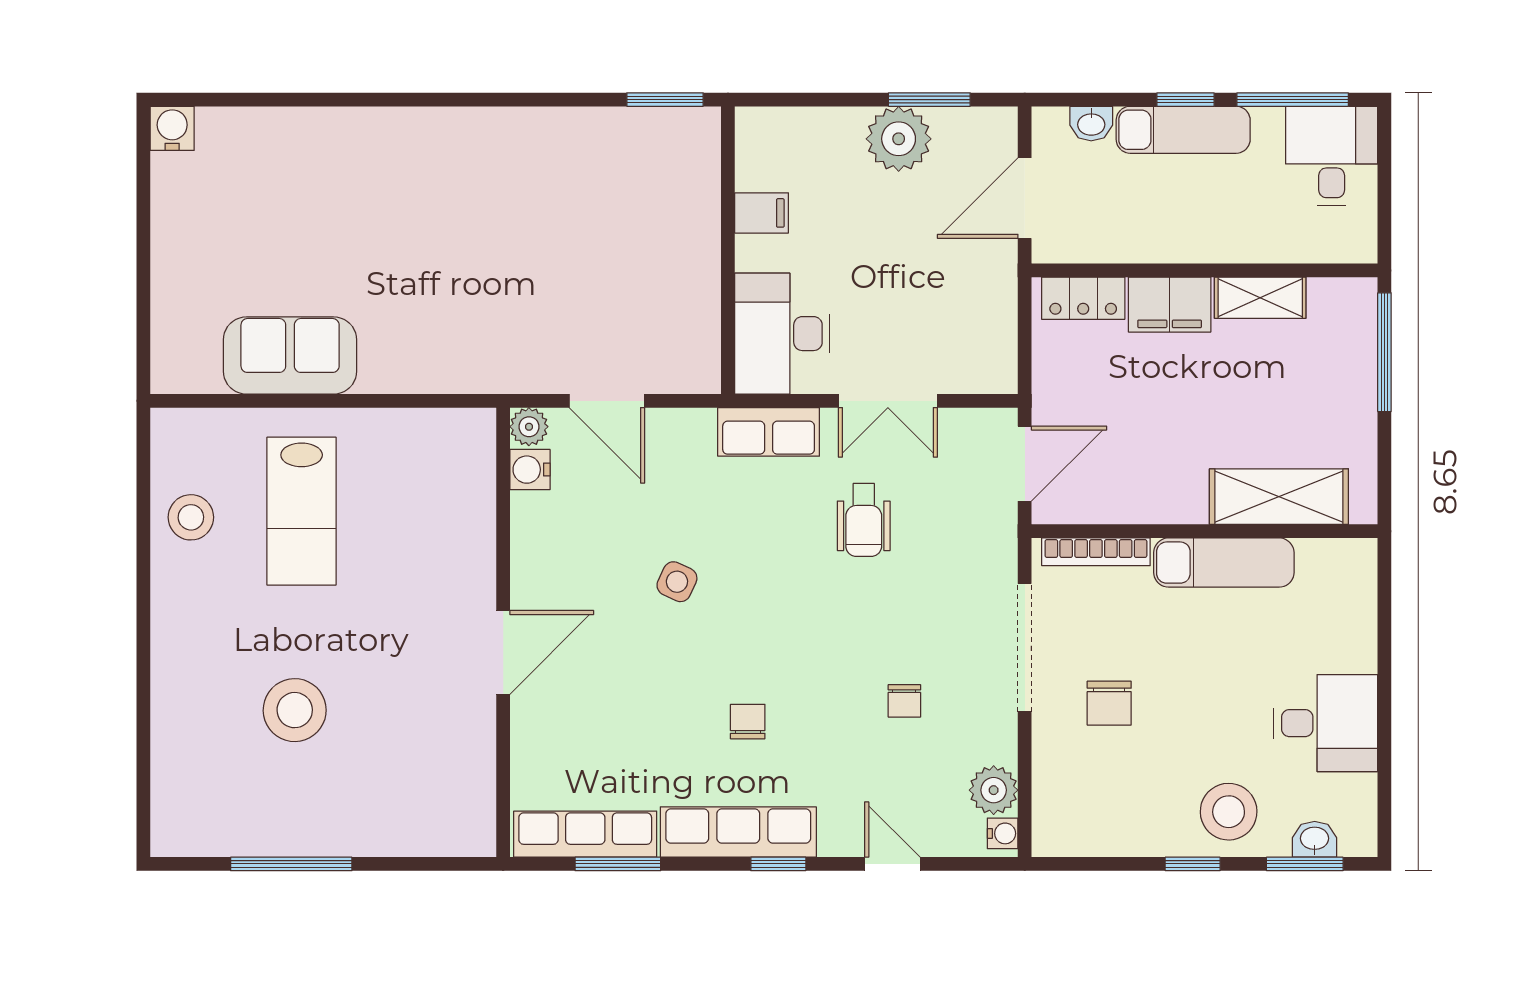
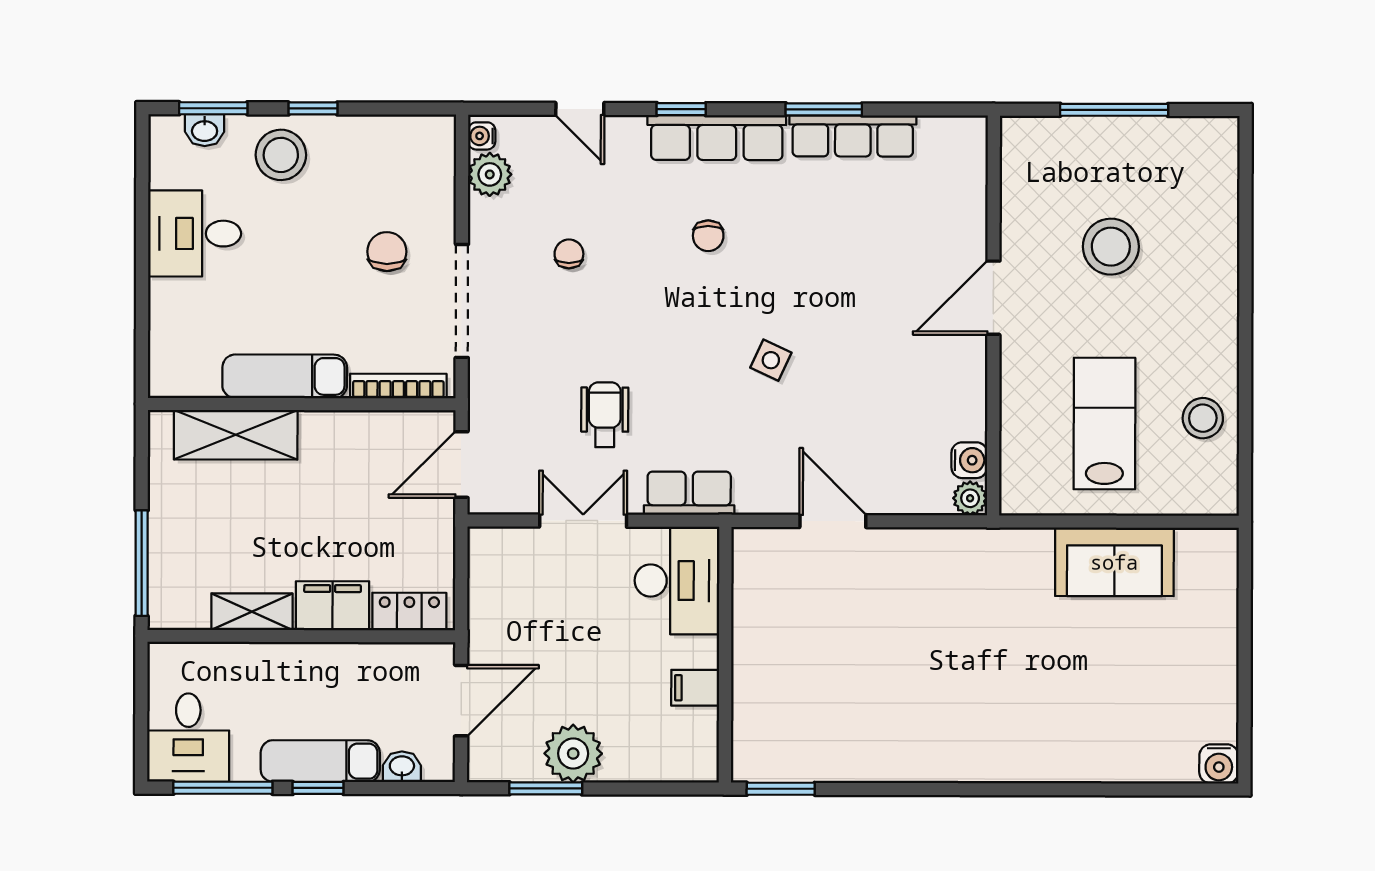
plant: (529, 427) -> (970, 498), moved
water cooler: (530, 470) -> (969, 460), moved
wall: (503, 632) -> (993, 315), moved
door: (503, 652) -> (993, 298), moved

